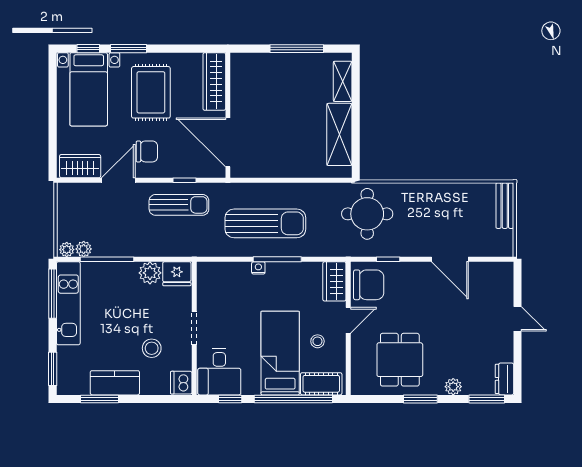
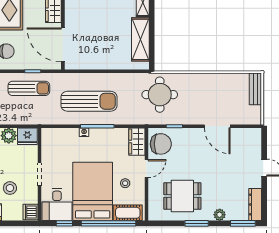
bed: (280, 353) -> (93, 191), width x1.50
dining table: (400, 360) -> (182, 196), turned 90
dresser: (505, 379) -> (255, 205), width x1.44

